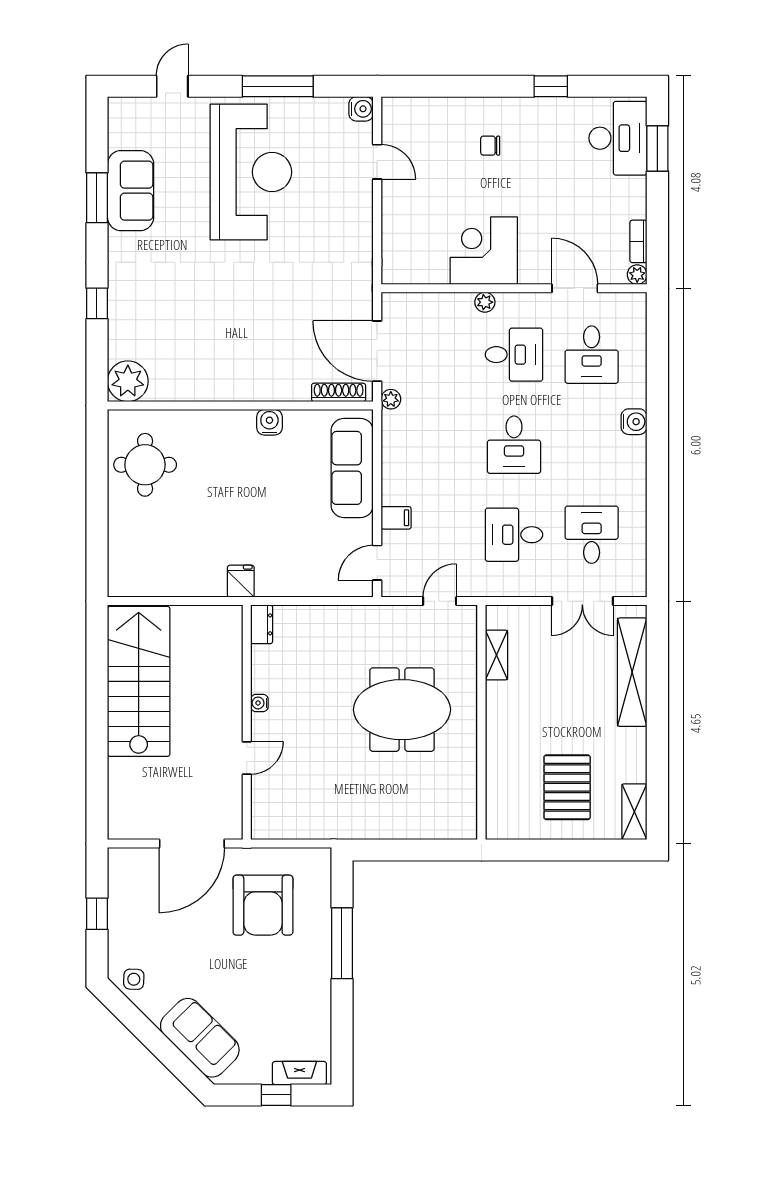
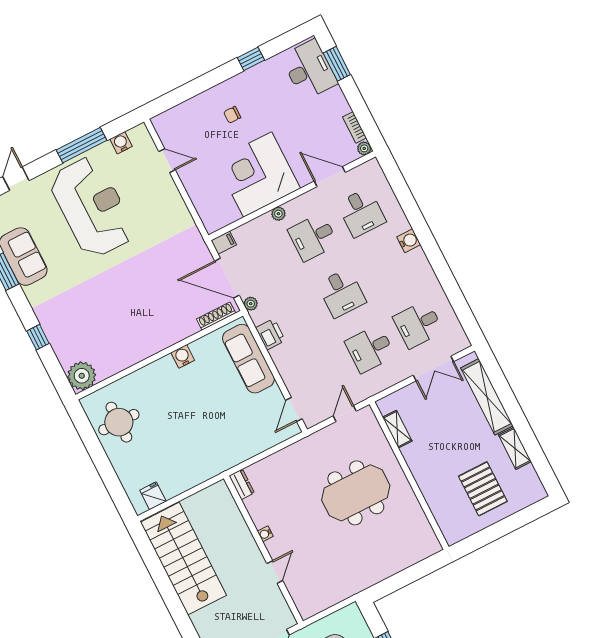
water cooler: (361, 109) -> (121, 143), moved, turned -90
corner desk: (484, 251) -> (258, 175), width x1.36, depth x1.36
desk: (514, 355) -> (313, 237), turned 180
printer: (396, 451) -> (270, 334), added
filing cabinet: (396, 518) -> (224, 243), moved
desk: (592, 535) -> (418, 324), turned -90
fridge: (241, 581) -> (153, 496), moved
shelving: (634, 812) -> (515, 448), moved

